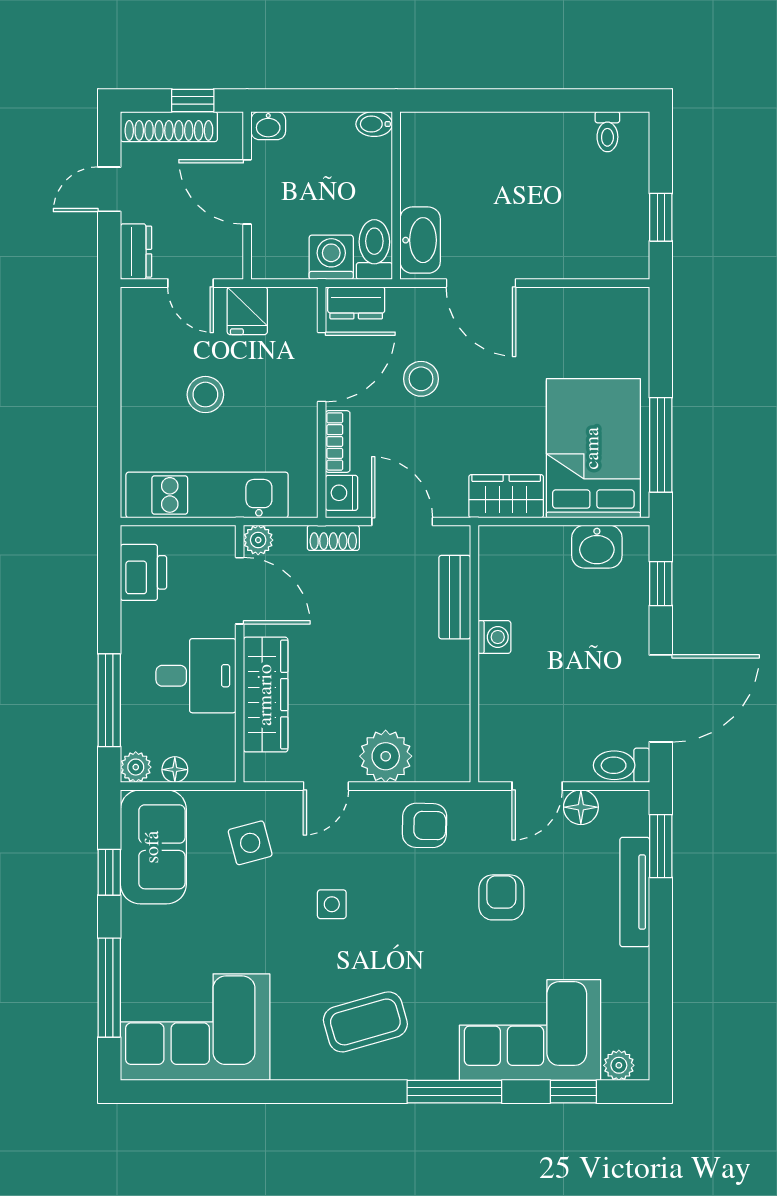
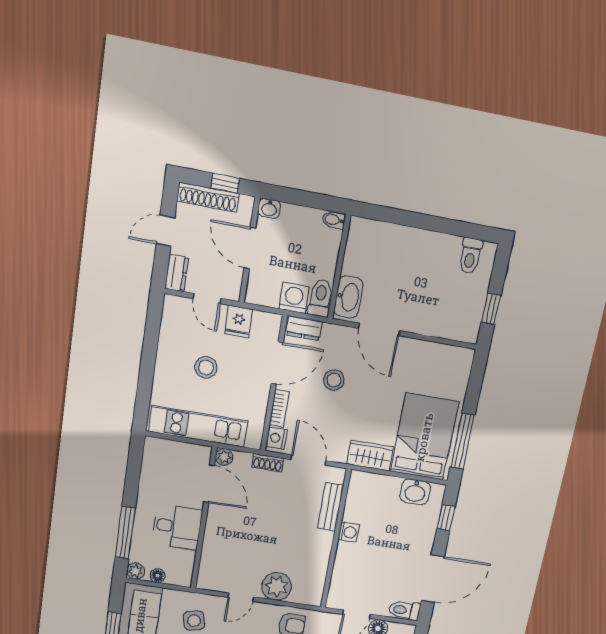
toilet: (607, 132) -> (470, 256), width x1.37, depth x1.39
printer: (144, 572) -> (155, 465), removed
wardrobe: (266, 695) -> (215, 543), removed

